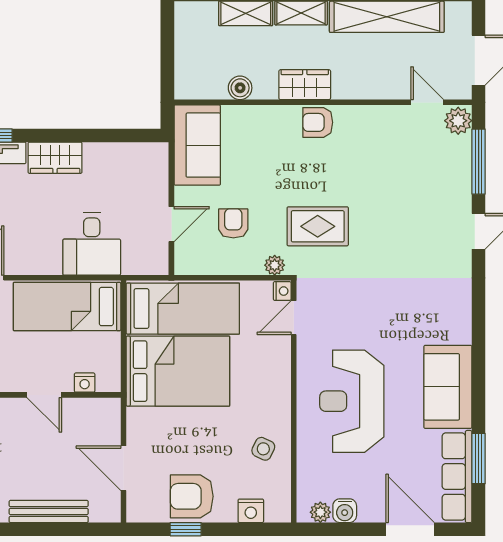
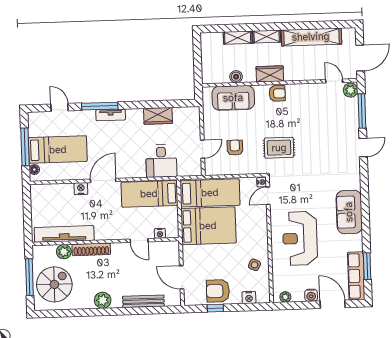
armchair: (318, 122) -> (277, 93), turned 180
sofa: (197, 145) -> (233, 98), moved, turned 90
wardrobe: (55, 158) -> (158, 116), moved
plant: (275, 265) -> (257, 169), removed
sofa: (448, 387) -> (349, 212), moved
water cooler: (345, 511) -> (311, 295), moved

